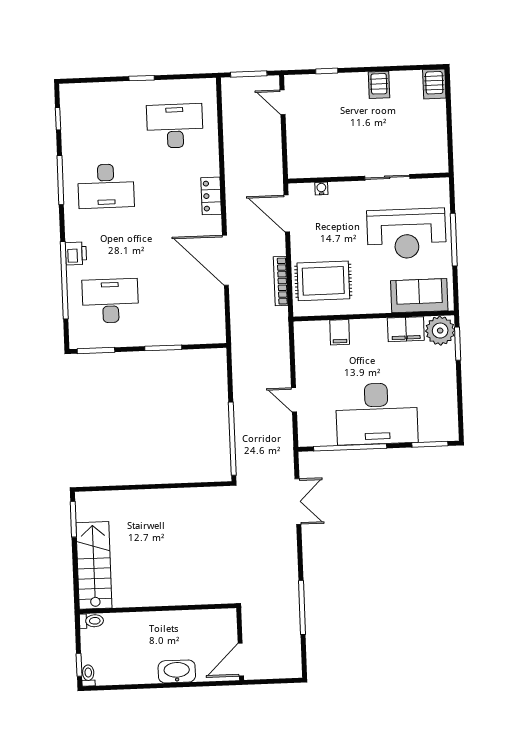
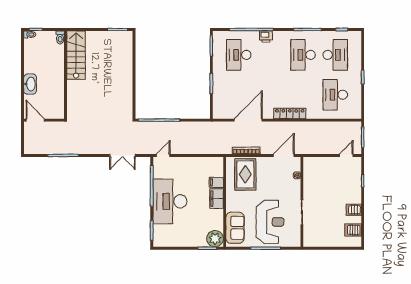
server rack: (434, 84) -> (353, 230), moved
desk: (175, 126) -> (335, 95), turned 180
desk: (104, 129) -> (335, 55), added
locker: (211, 196) -> (290, 113), width x1.53
reception desk: (406, 234) -> (270, 222), turned 180
door: (225, 260) -> (248, 120), moved
desk: (110, 301) -> (239, 55), turned 180
filing cabinet: (406, 329) -> (217, 199), moved
door: (294, 400) -> (163, 155), moved
stairs: (94, 565) -> (76, 55), moved, turned -90

